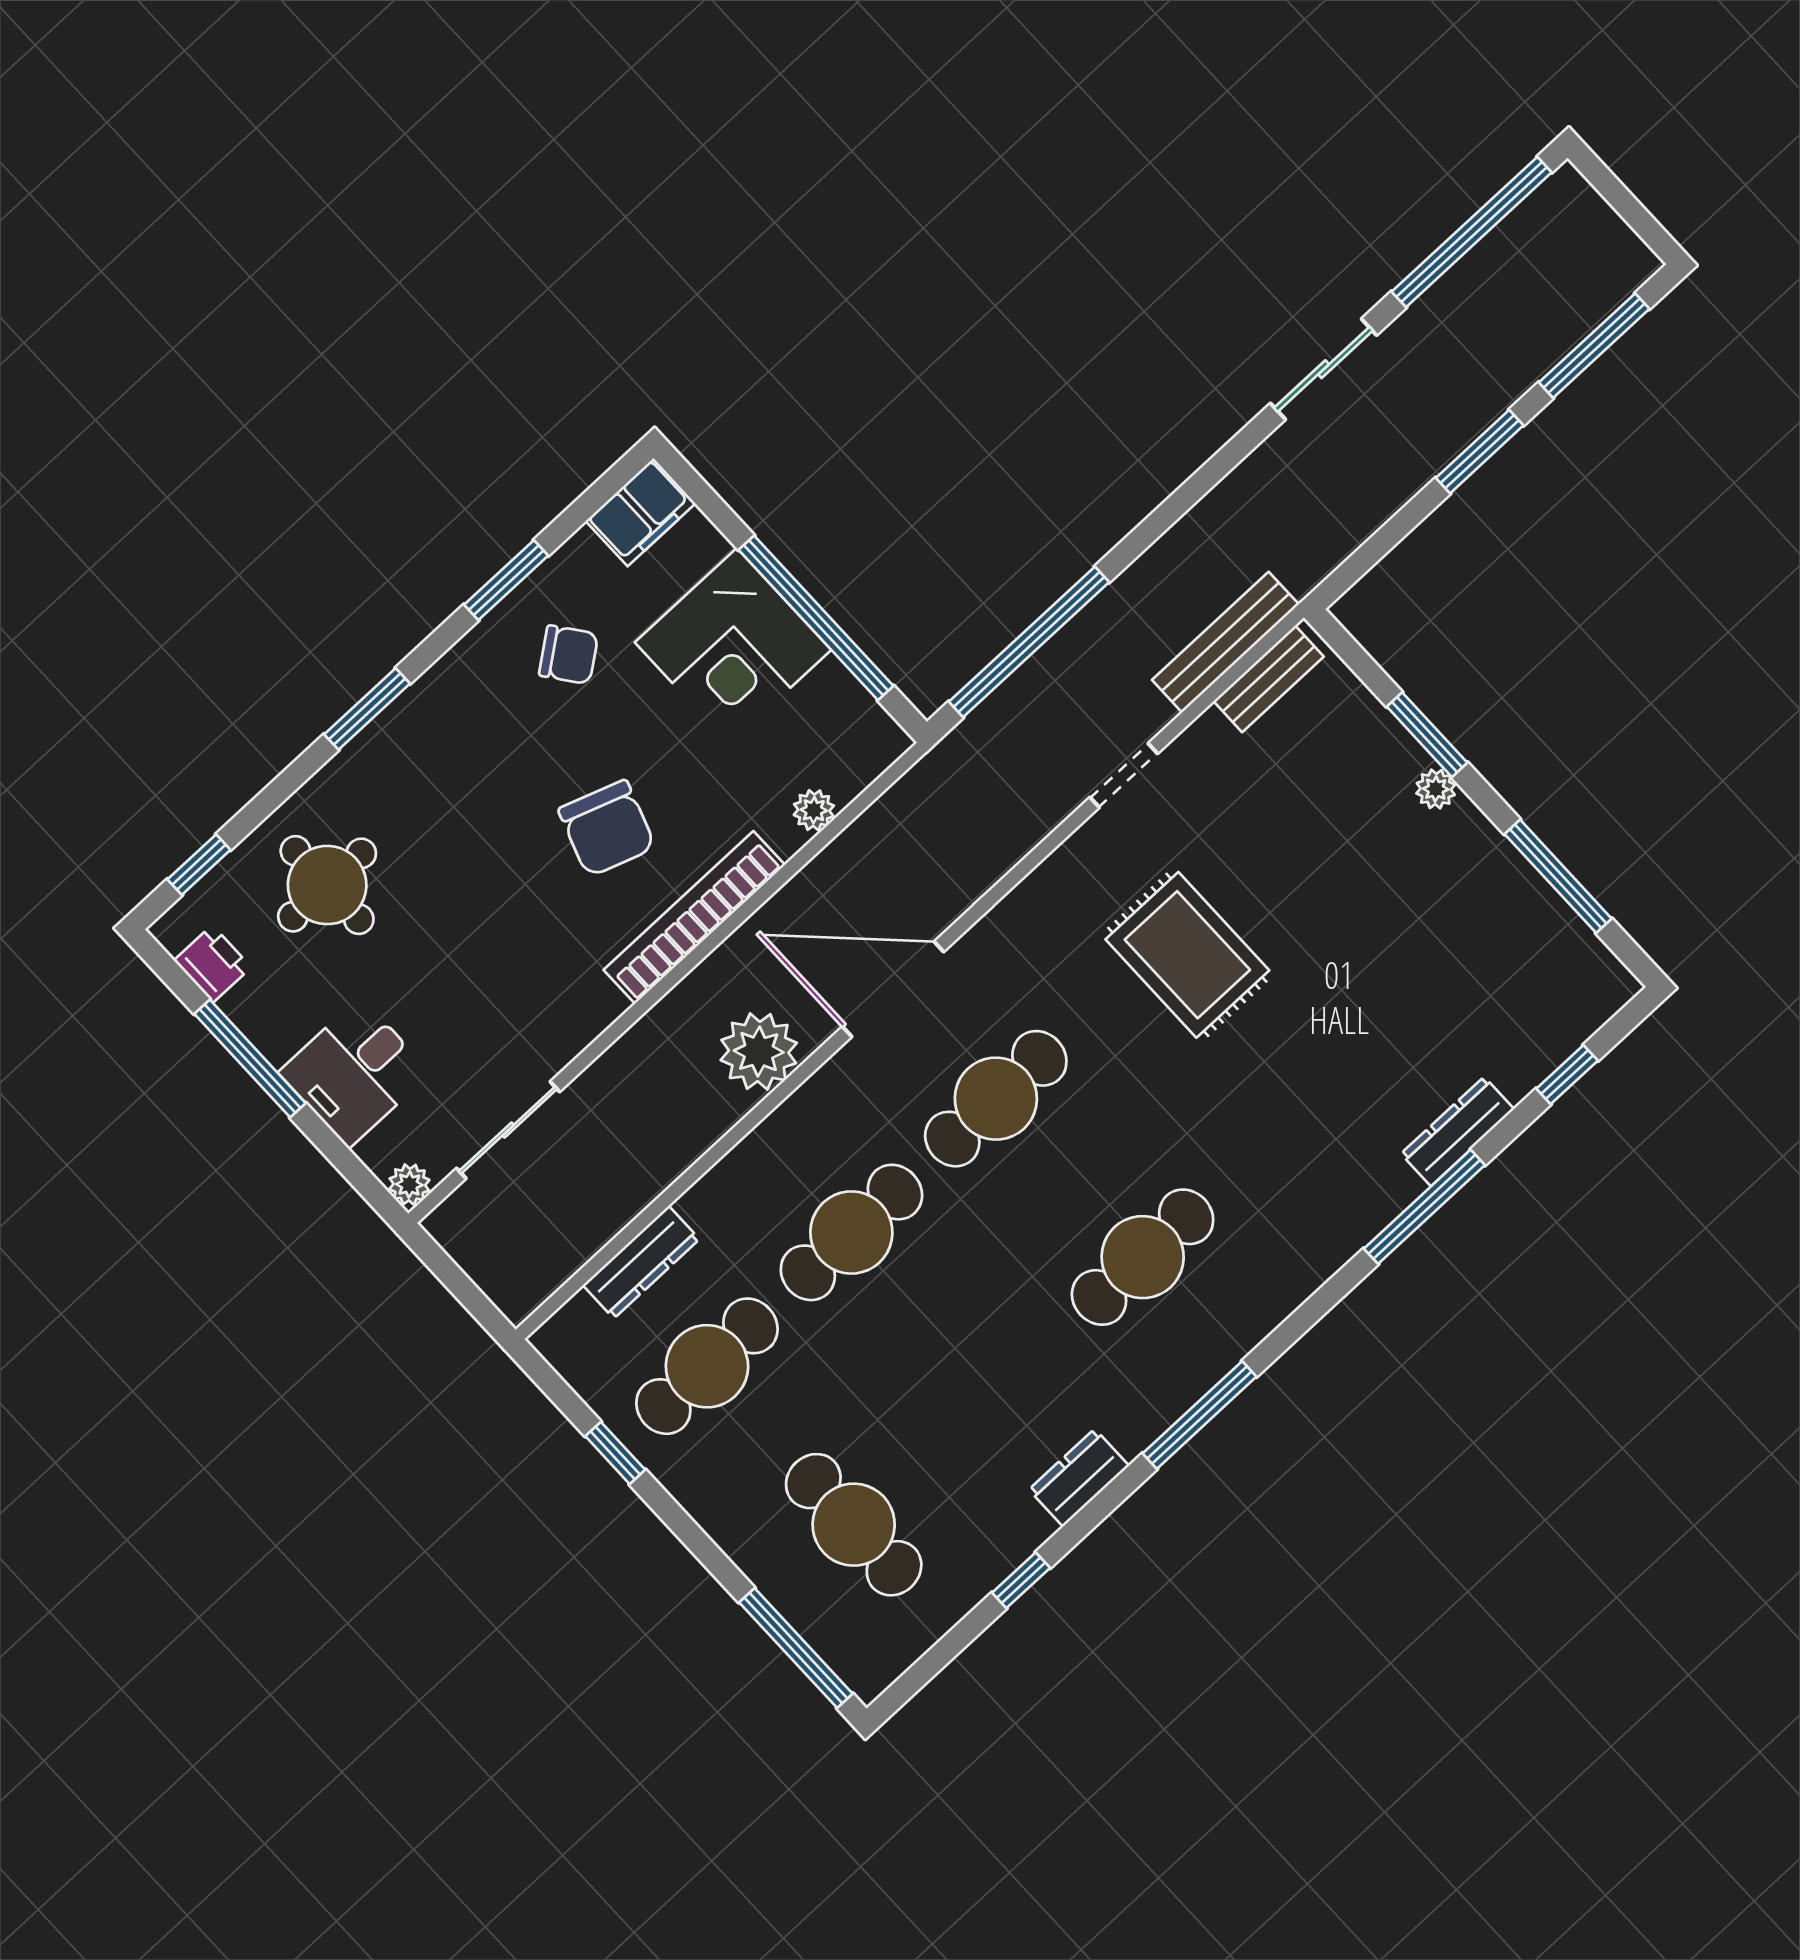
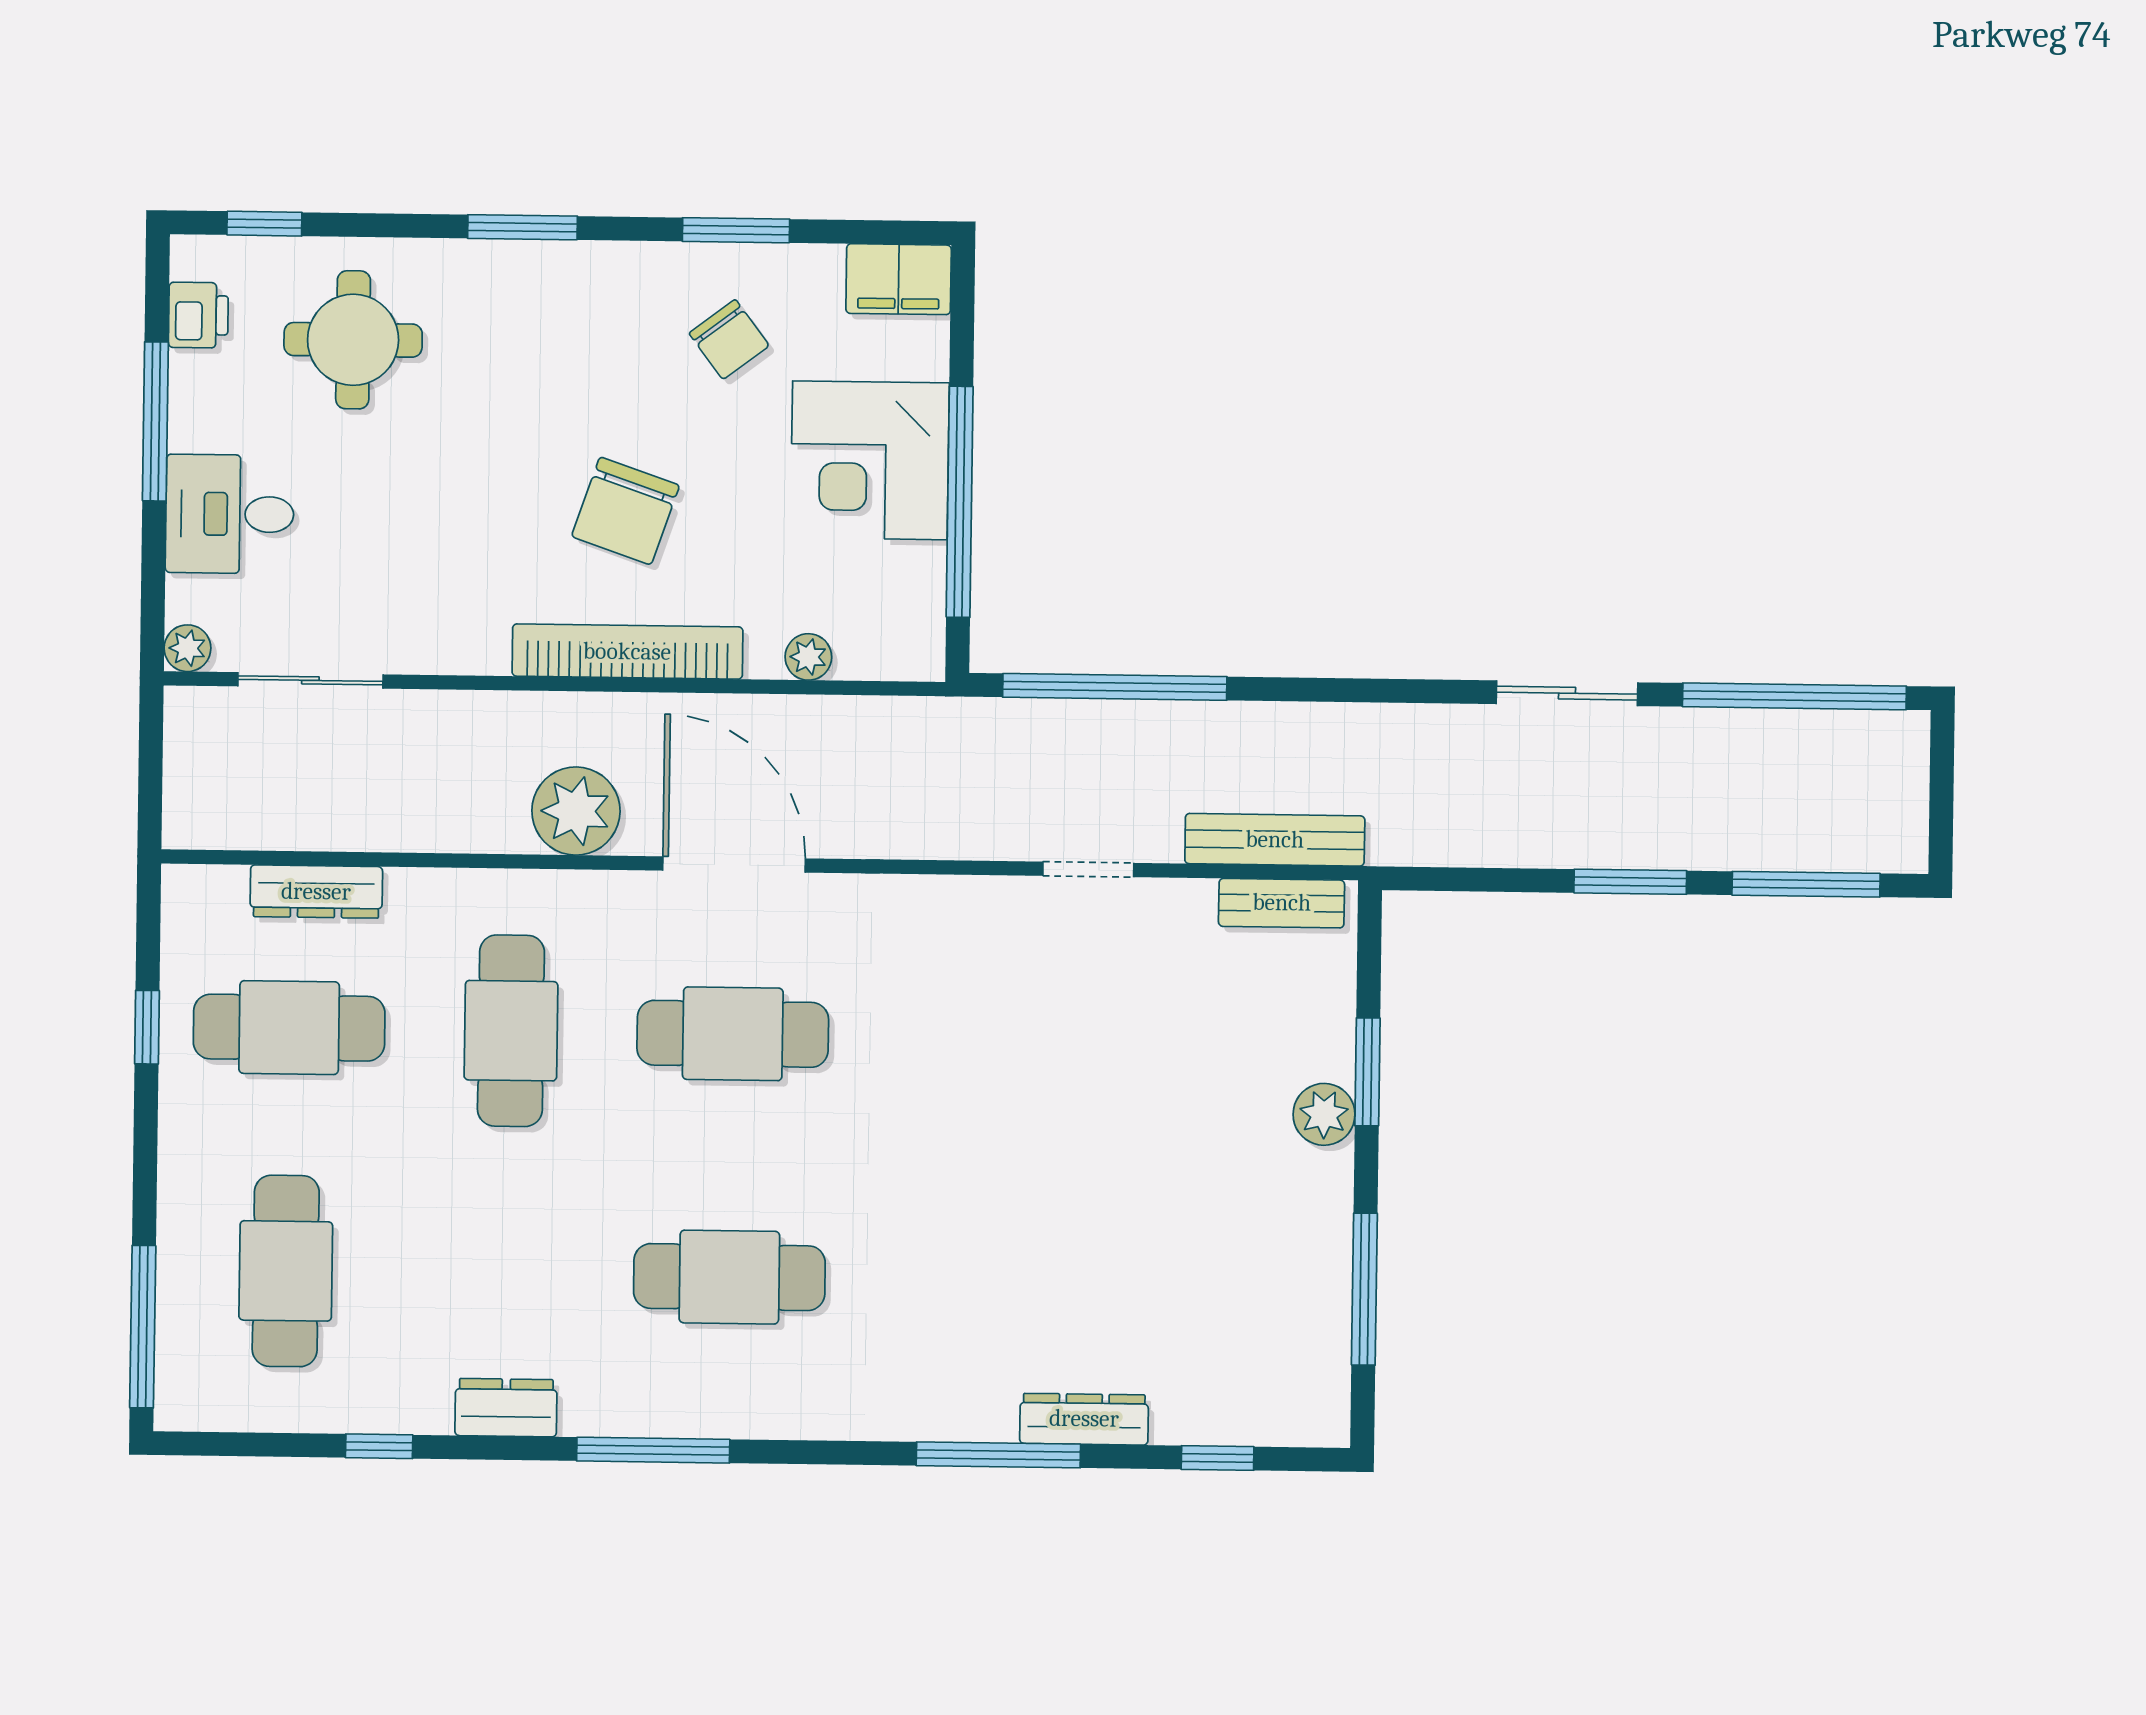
plant: (1436, 789) -> (1324, 1114), width x1.38, depth x1.38
rug: (1187, 955) -> (1001, 1065), removed
cafe table: (851, 1232) -> (511, 1031), turned 90

